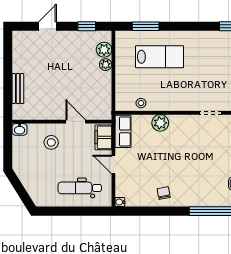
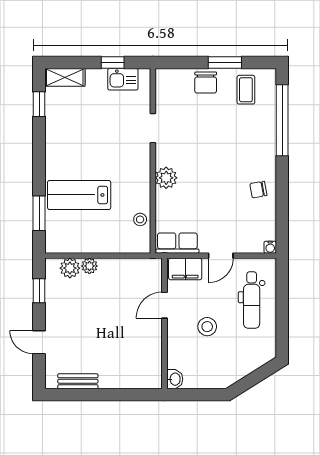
lab bench: (160, 57) -> (79, 195), turned -90
bench: (18, 88) -> (78, 381), moved
plant: (160, 123) -> (166, 178), moved
stool: (51, 142) -> (207, 327), moved

